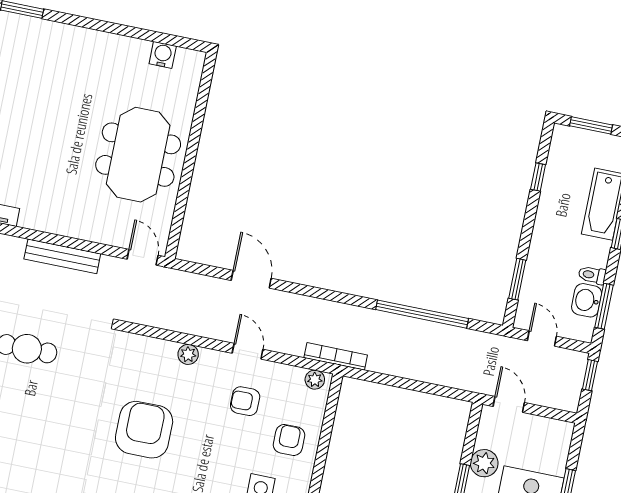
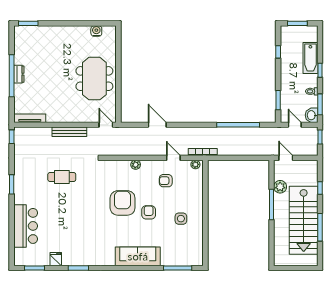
washbasin: (587, 300) -> (312, 115), moved
door: (248, 351) -> (173, 158), moved
armchair: (289, 440) -> (149, 212), moved

